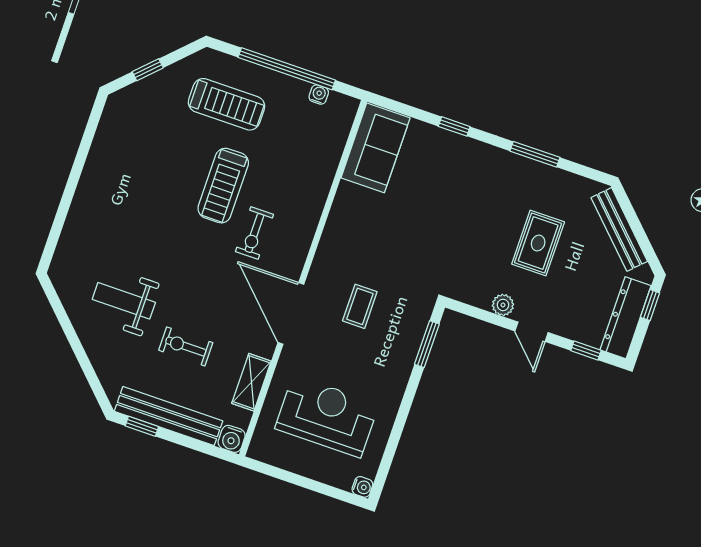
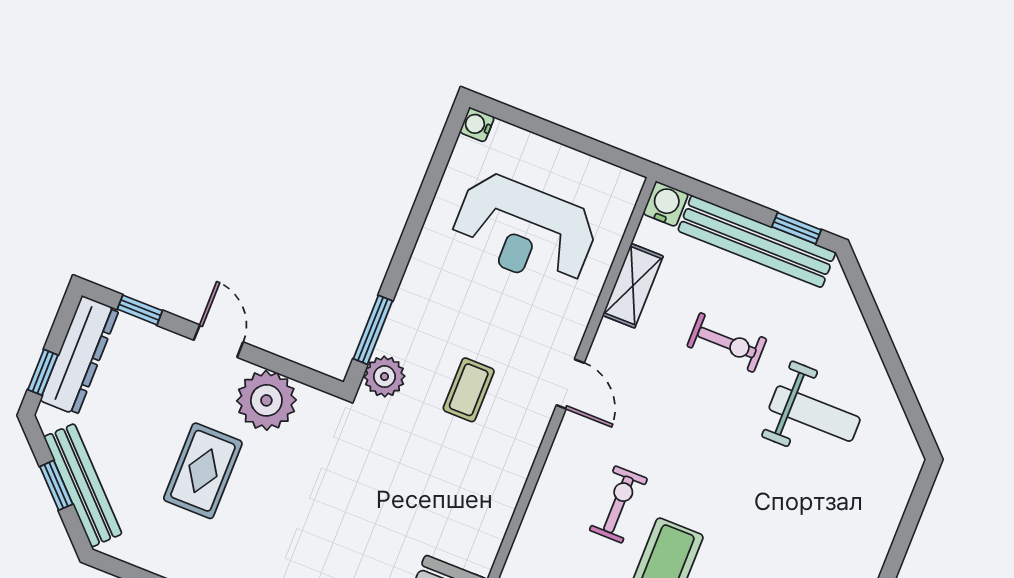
window: (637, 229) -> (56, 485), added
plant: (503, 305) -> (266, 400), width x1.88, depth x1.88
door: (291, 313) -> (570, 384), width x0.53
plant: (418, 313) -> (384, 377), added

